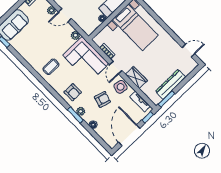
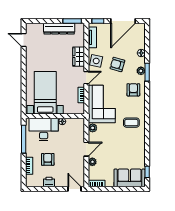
door: (65, 15) -> (86, 149), hinge flipped

